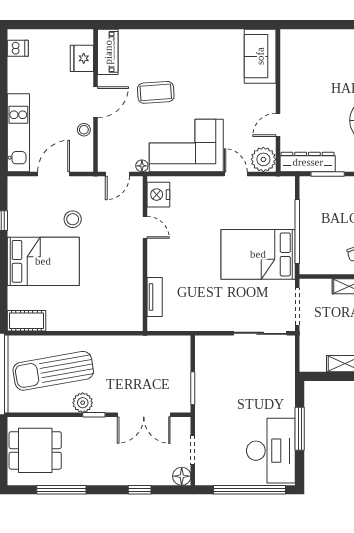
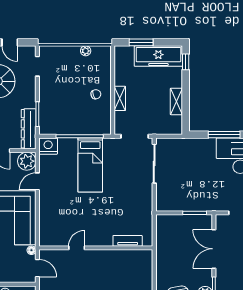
nightstand: (158, 195) -> (48, 146), moved, turned 180
bed: (258, 254) -> (90, 165), width x0.67
double door: (144, 415) -> (214, 249), swing flipped

